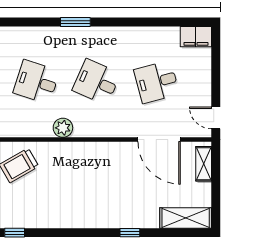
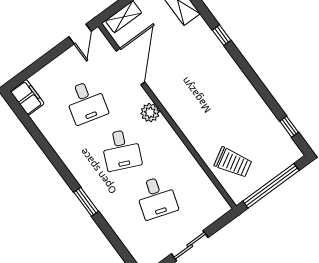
desk: (157, 82) -> (86, 102), turned 30
plant: (63, 128) -> (150, 113), moved

